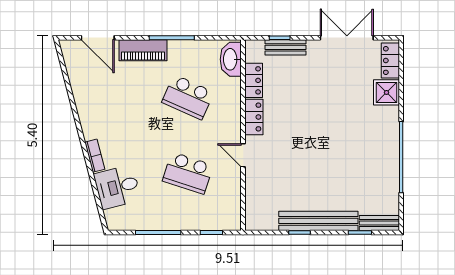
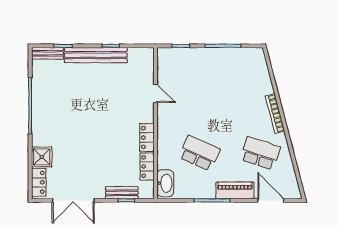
door: (243, 155) -> (156, 93), moved
bookcase: (95, 156) -> (275, 114), width x1.56
school desk: (188, 173) -> (260, 153), moved
desk: (117, 187) -> (255, 82), removed

